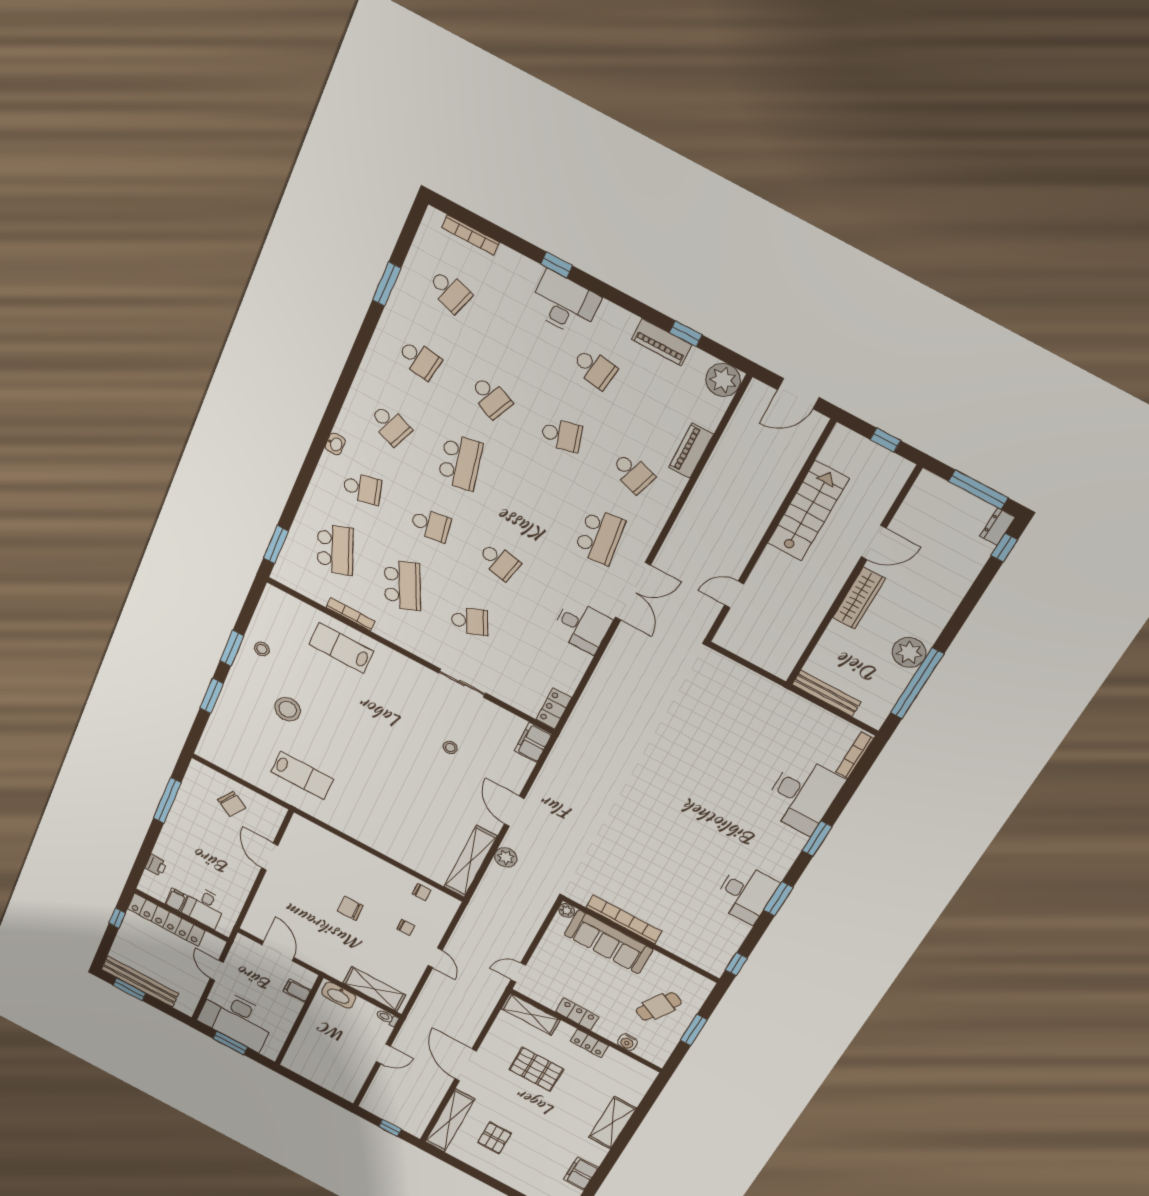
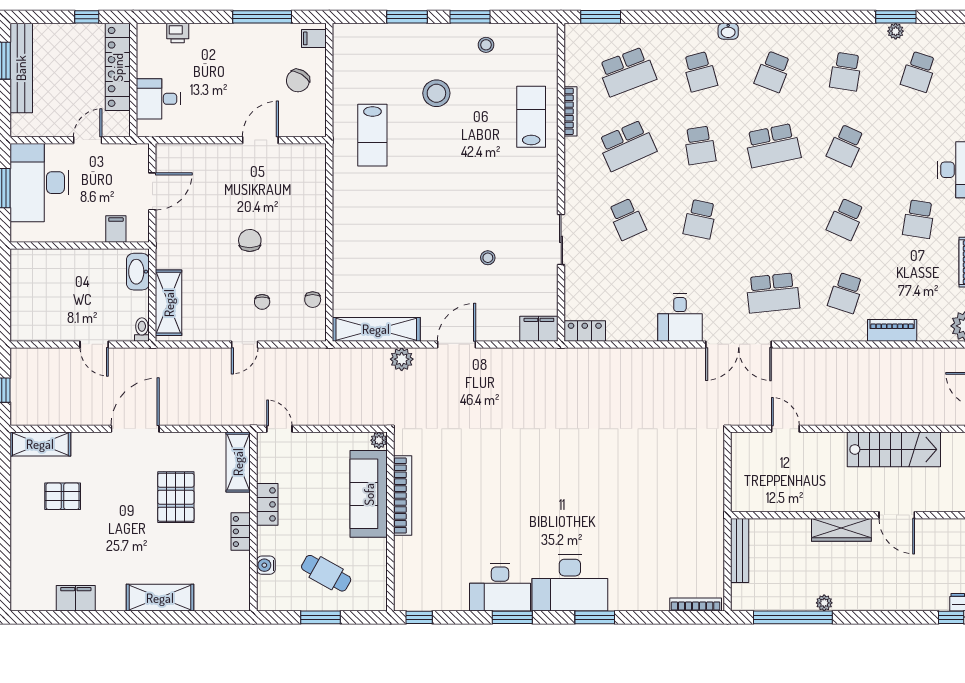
plant: (401, 292) -> (896, 31), added
school desk: (562, 435) -> (846, 219), turned 39
plant: (909, 652) -> (824, 603), width x0.53, depth x0.53
desk: (803, 795) -> (570, 583), moved
filing cabinet: (176, 900) -> (314, 38), moved, turned 180
shelving: (450, 1120) -> (40, 444), width x0.68

